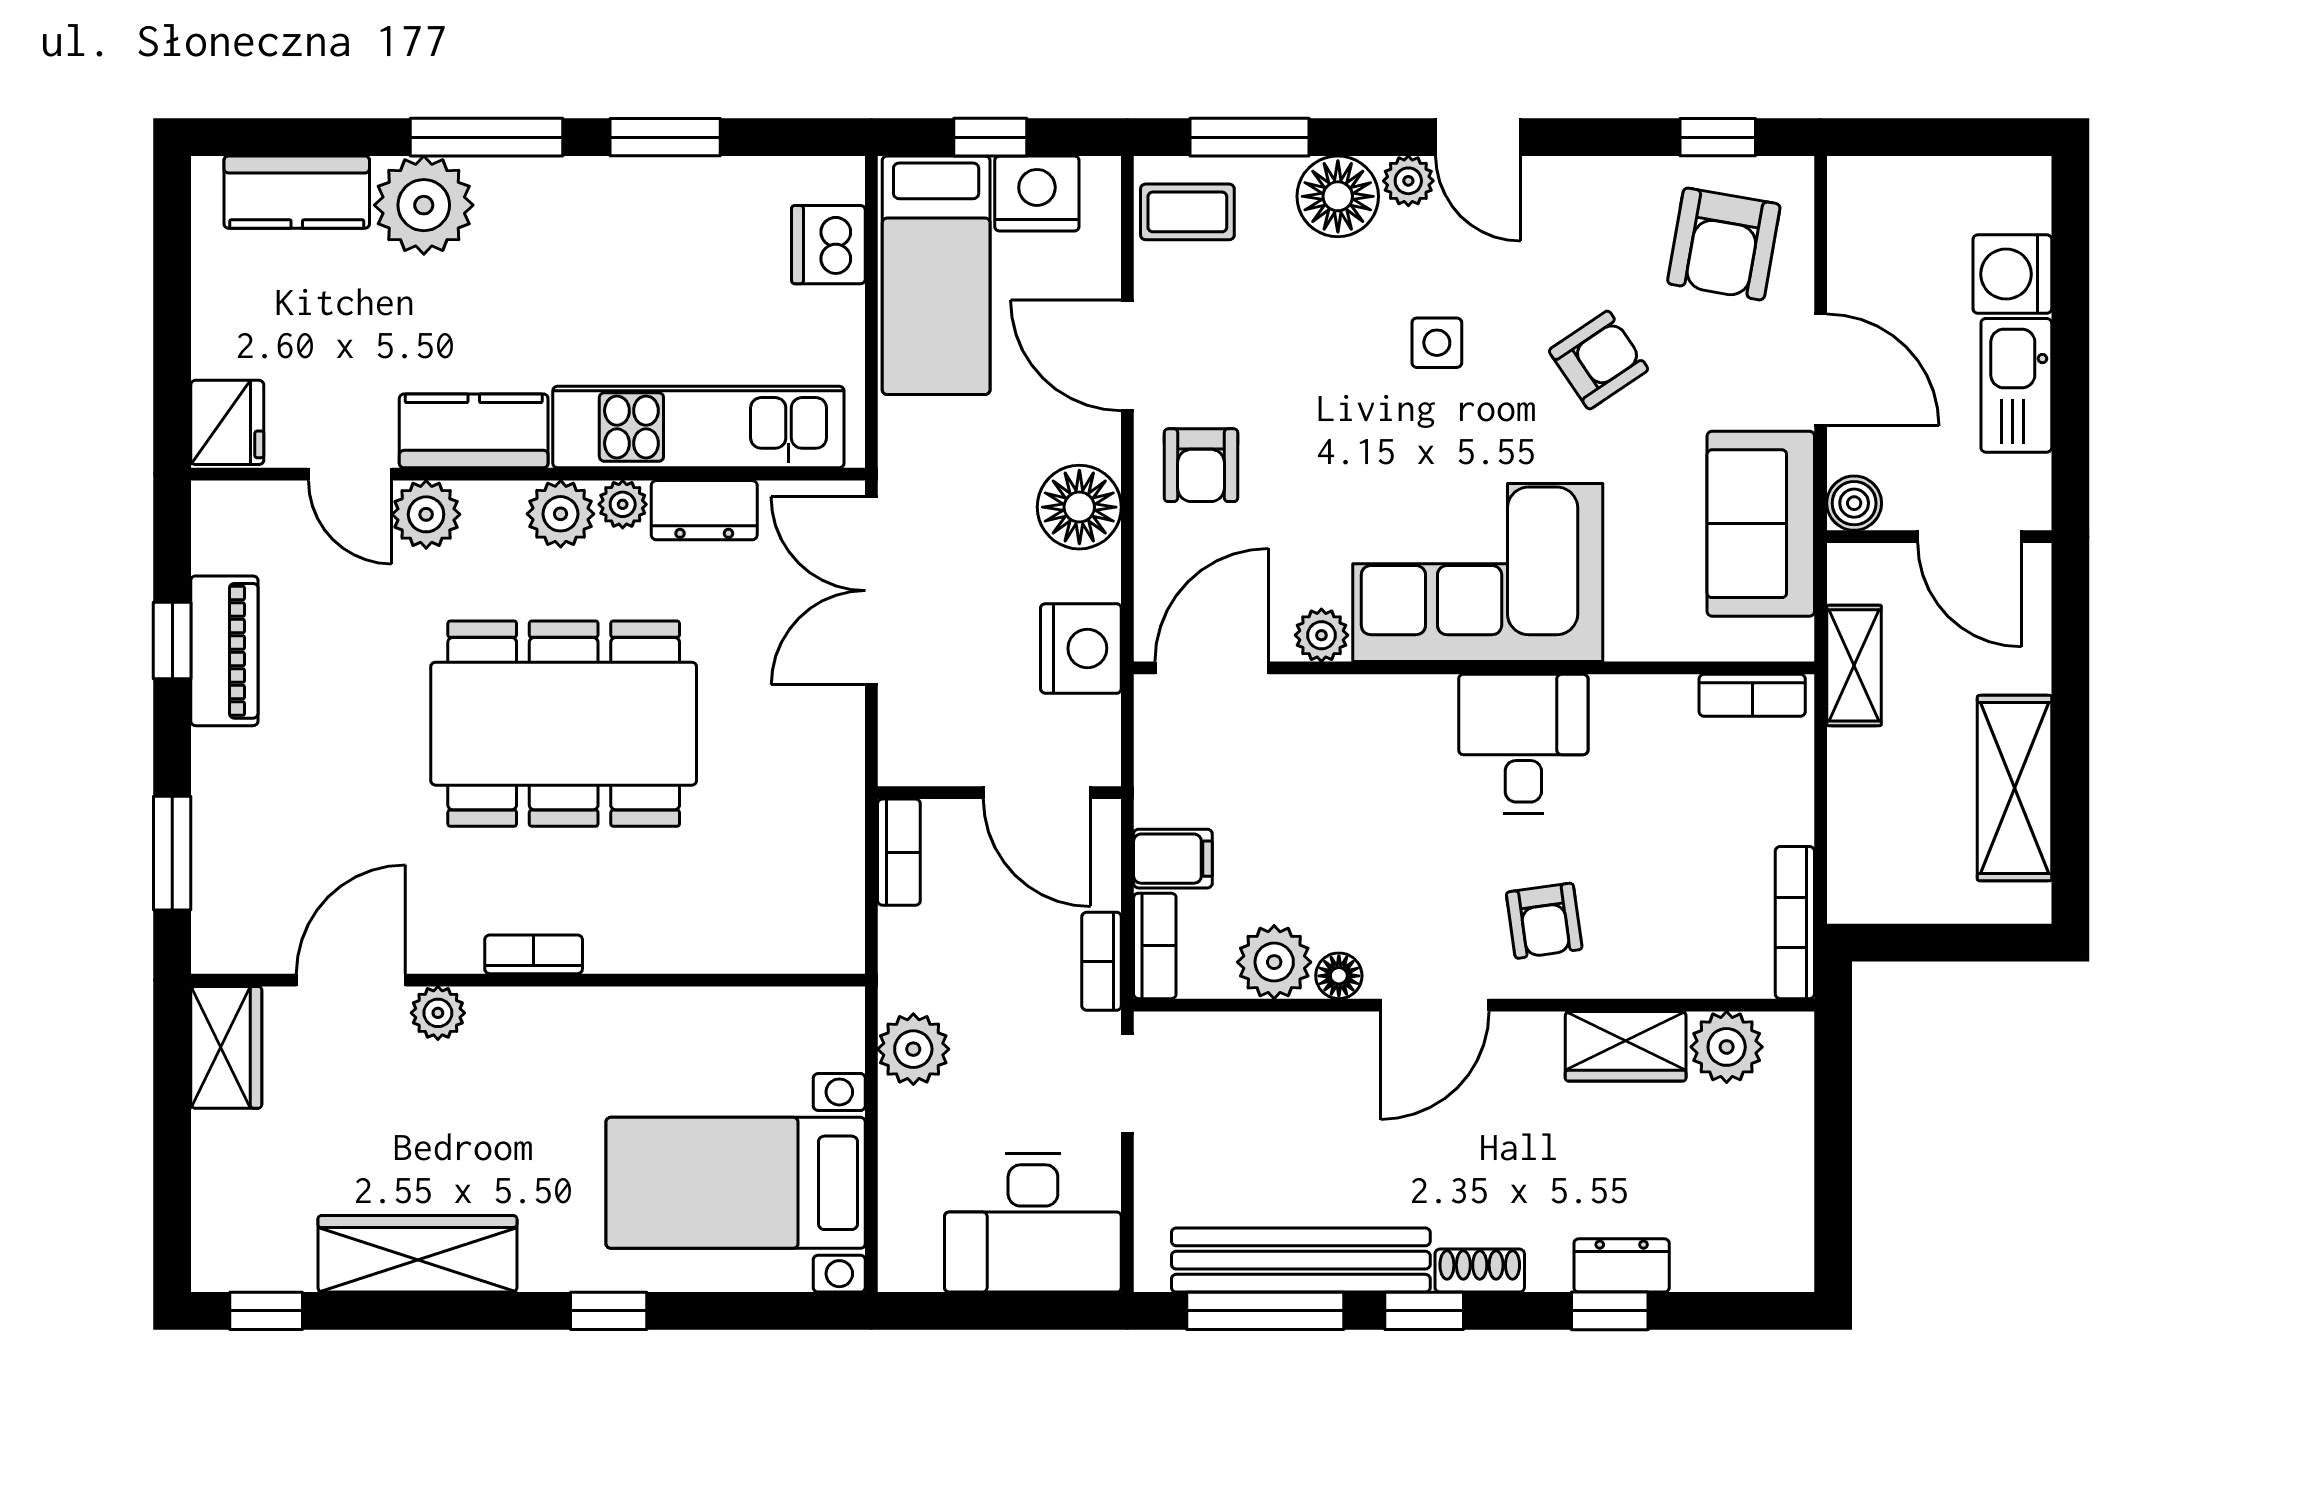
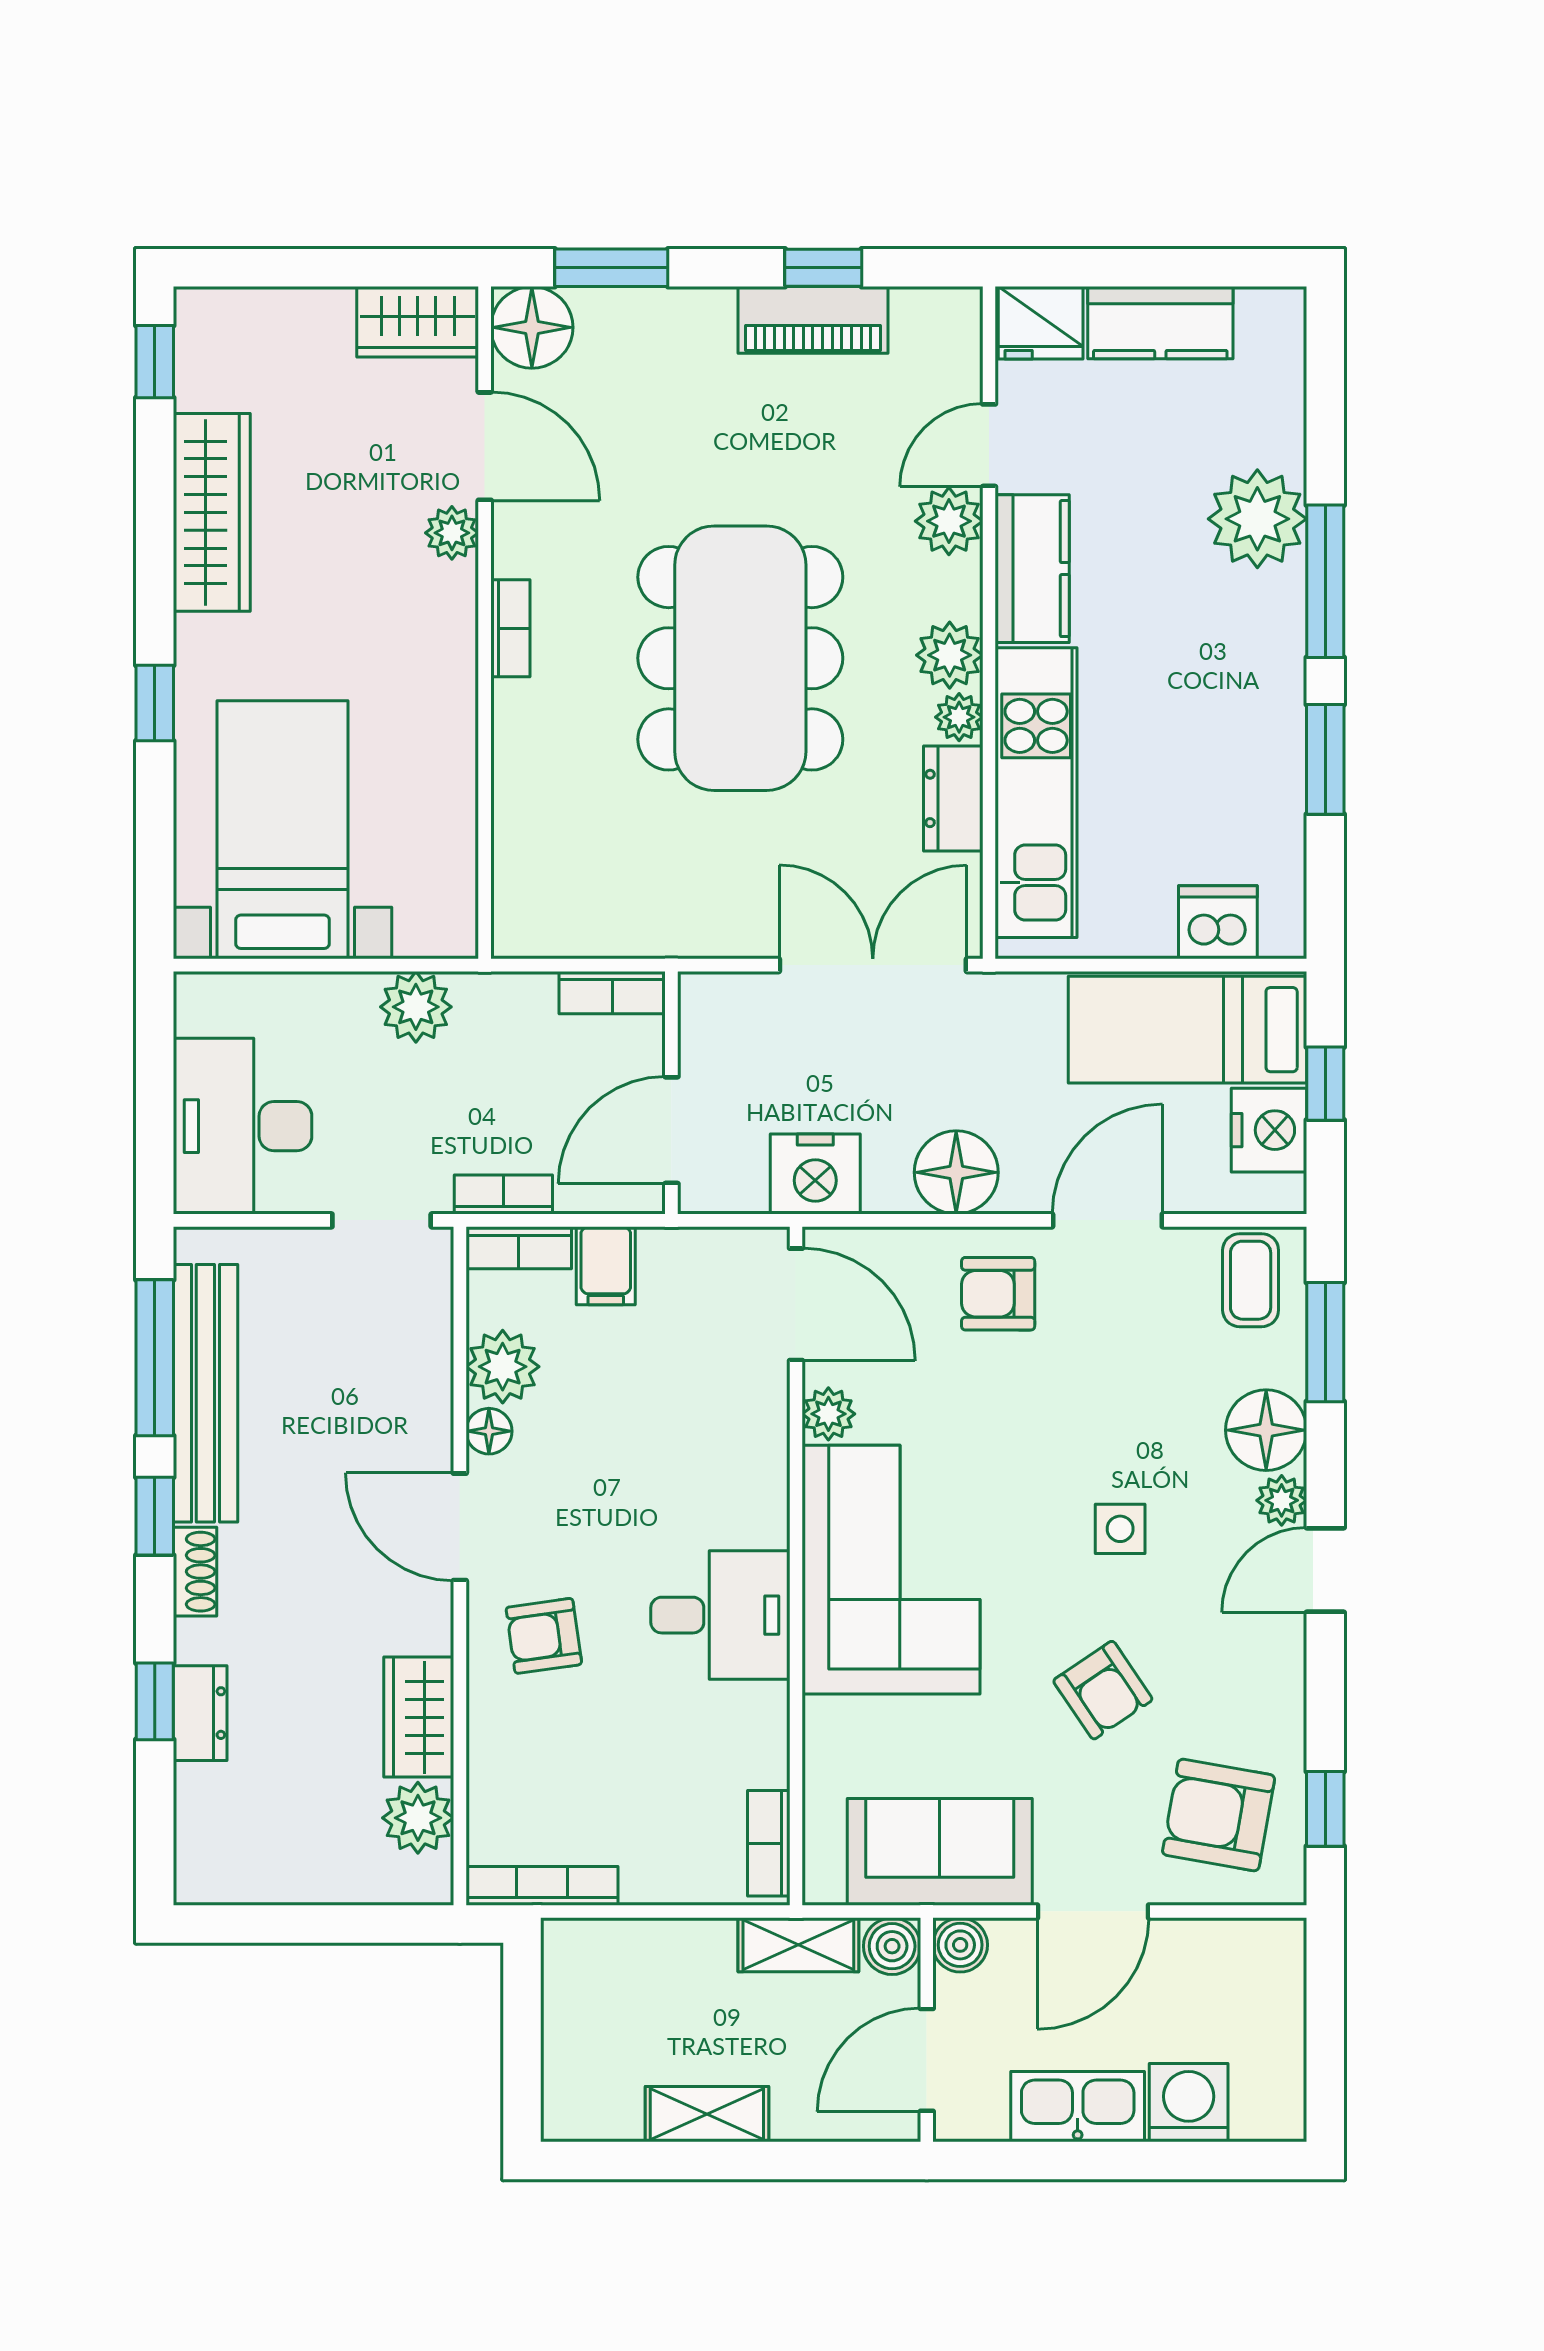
kitchen counter: (297, 192) -> (1160, 323), moved, turned -90
boiler: (1855, 571) -> (892, 1946), added
shelving: (2015, 788) -> (707, 2114), width x0.67, depth x0.75
floor lamp: (232, 933) -> (532, 327), added

